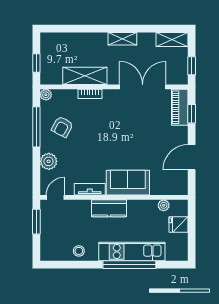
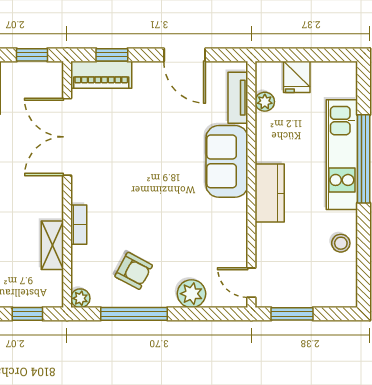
shelving: (85, 76) -> (52, 245), width x0.67, depth x0.75
tv unit: (90, 189) -> (238, 98), moved

